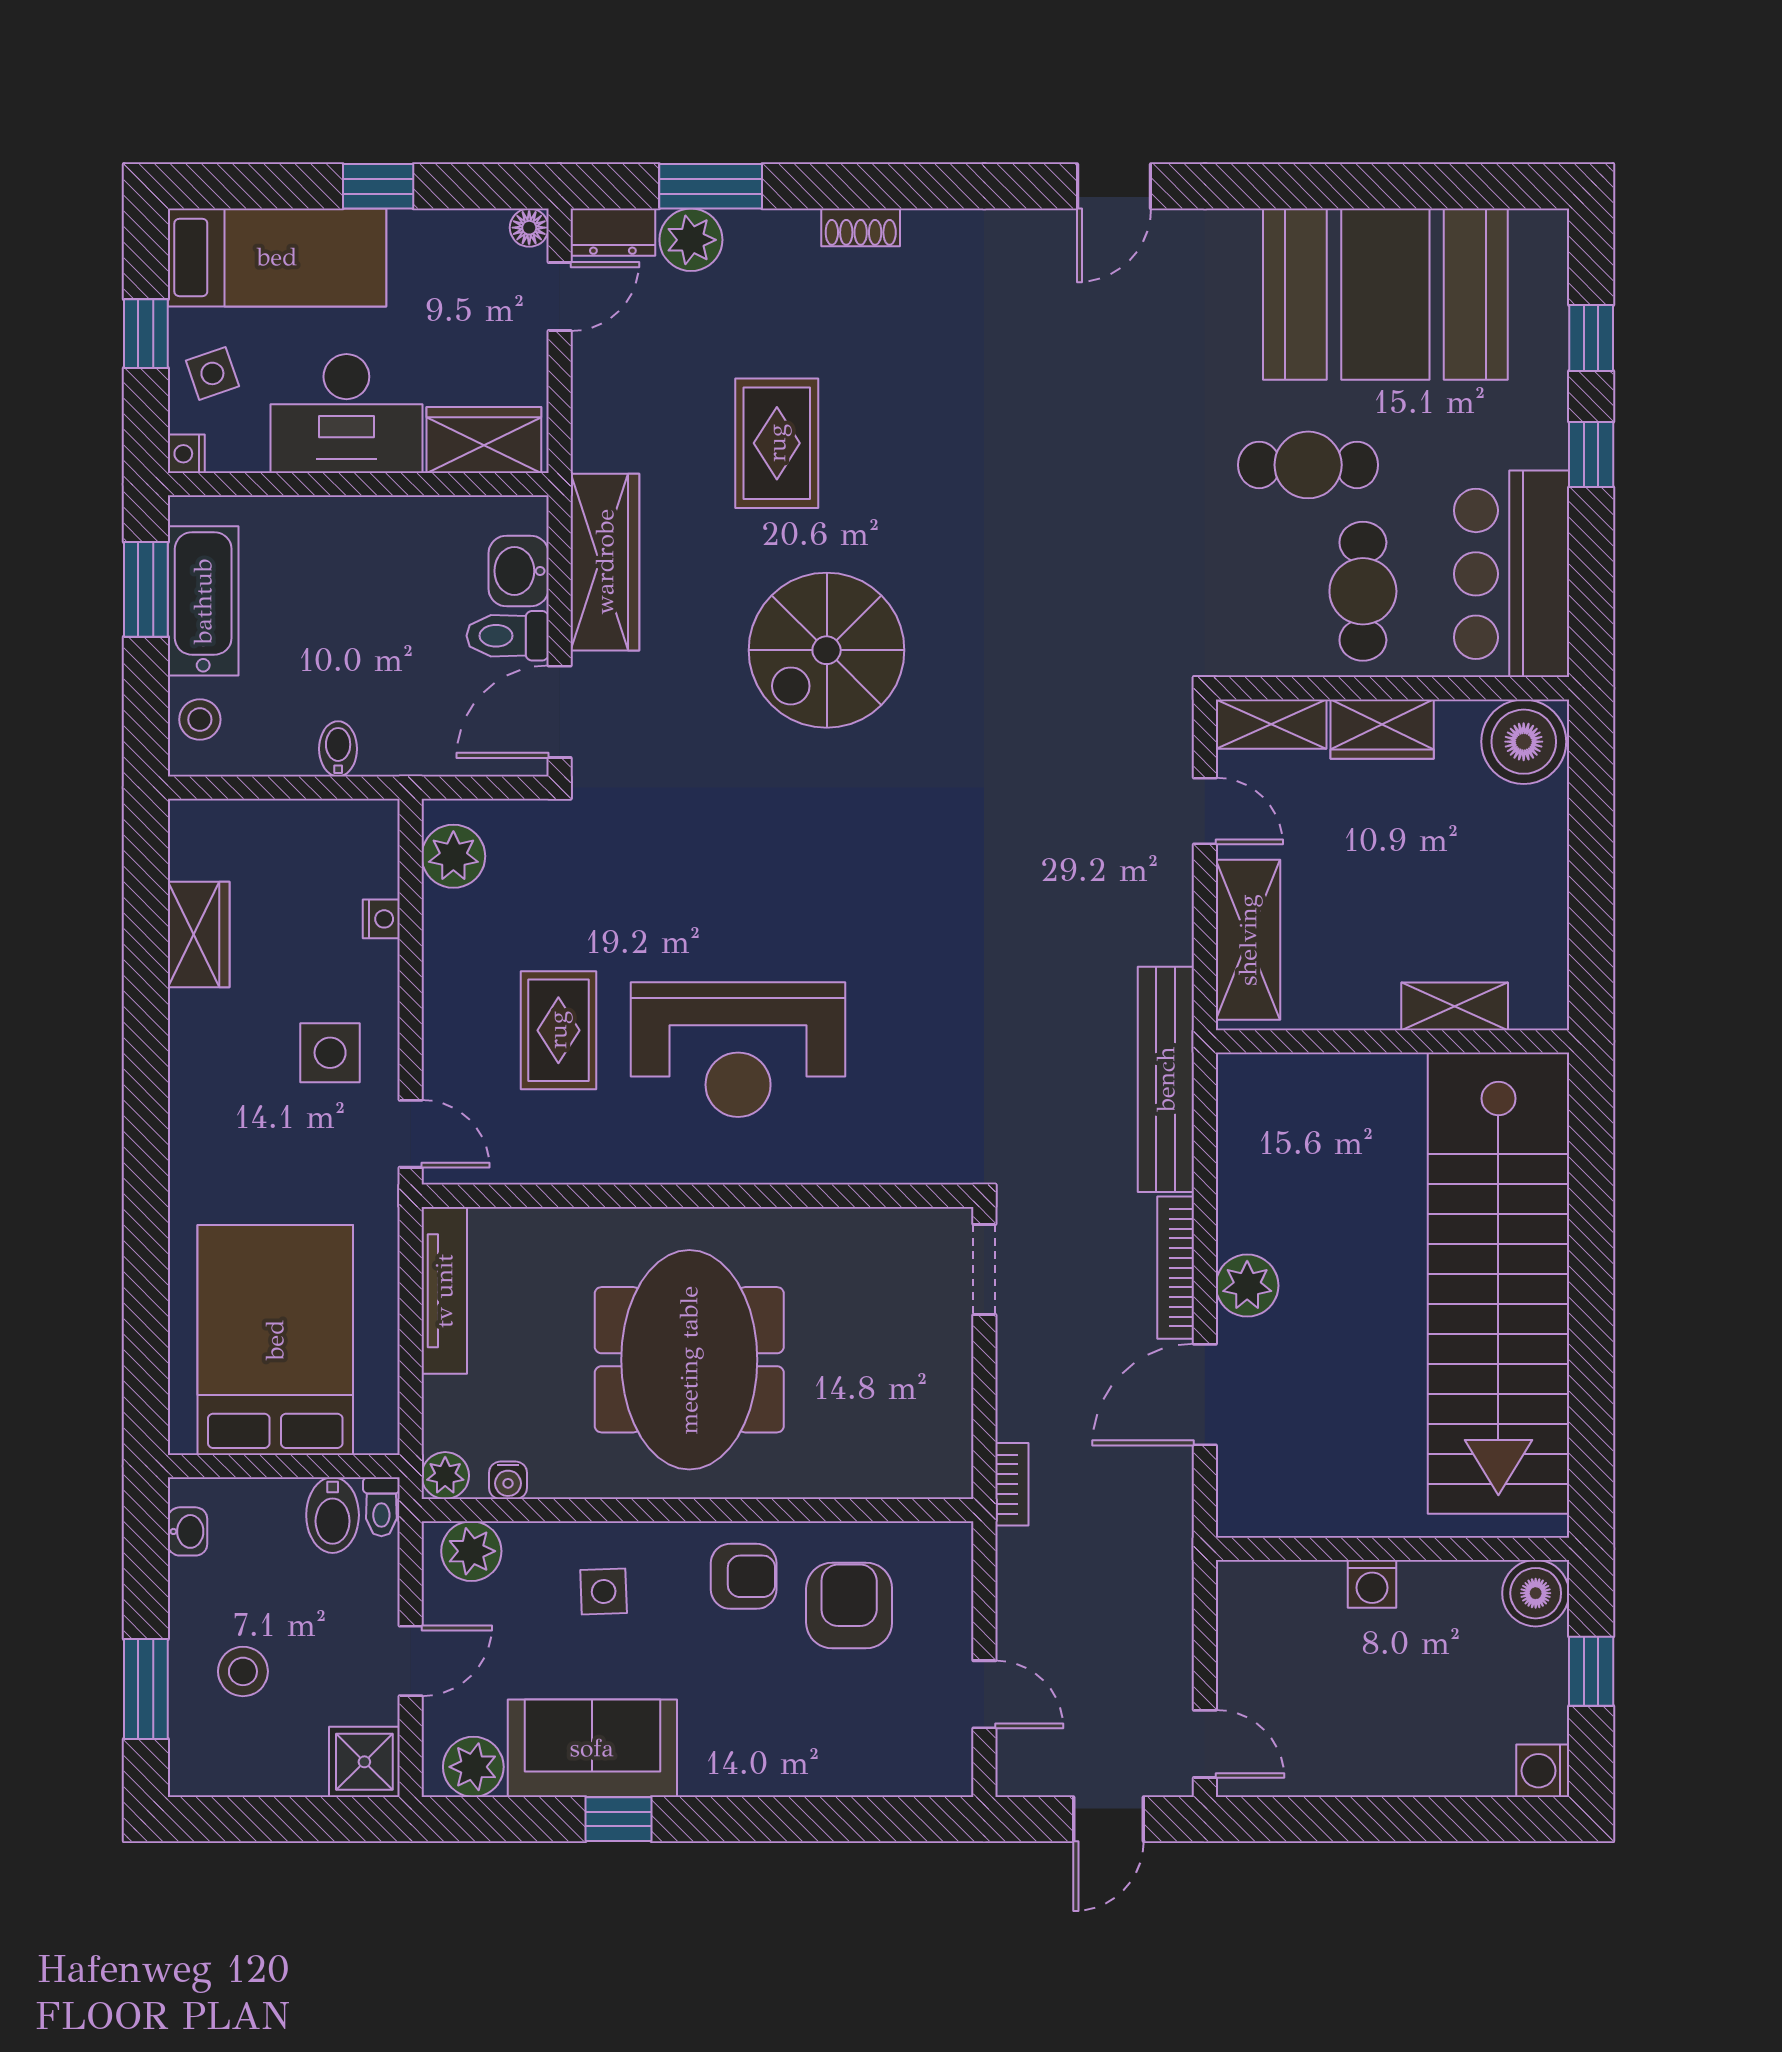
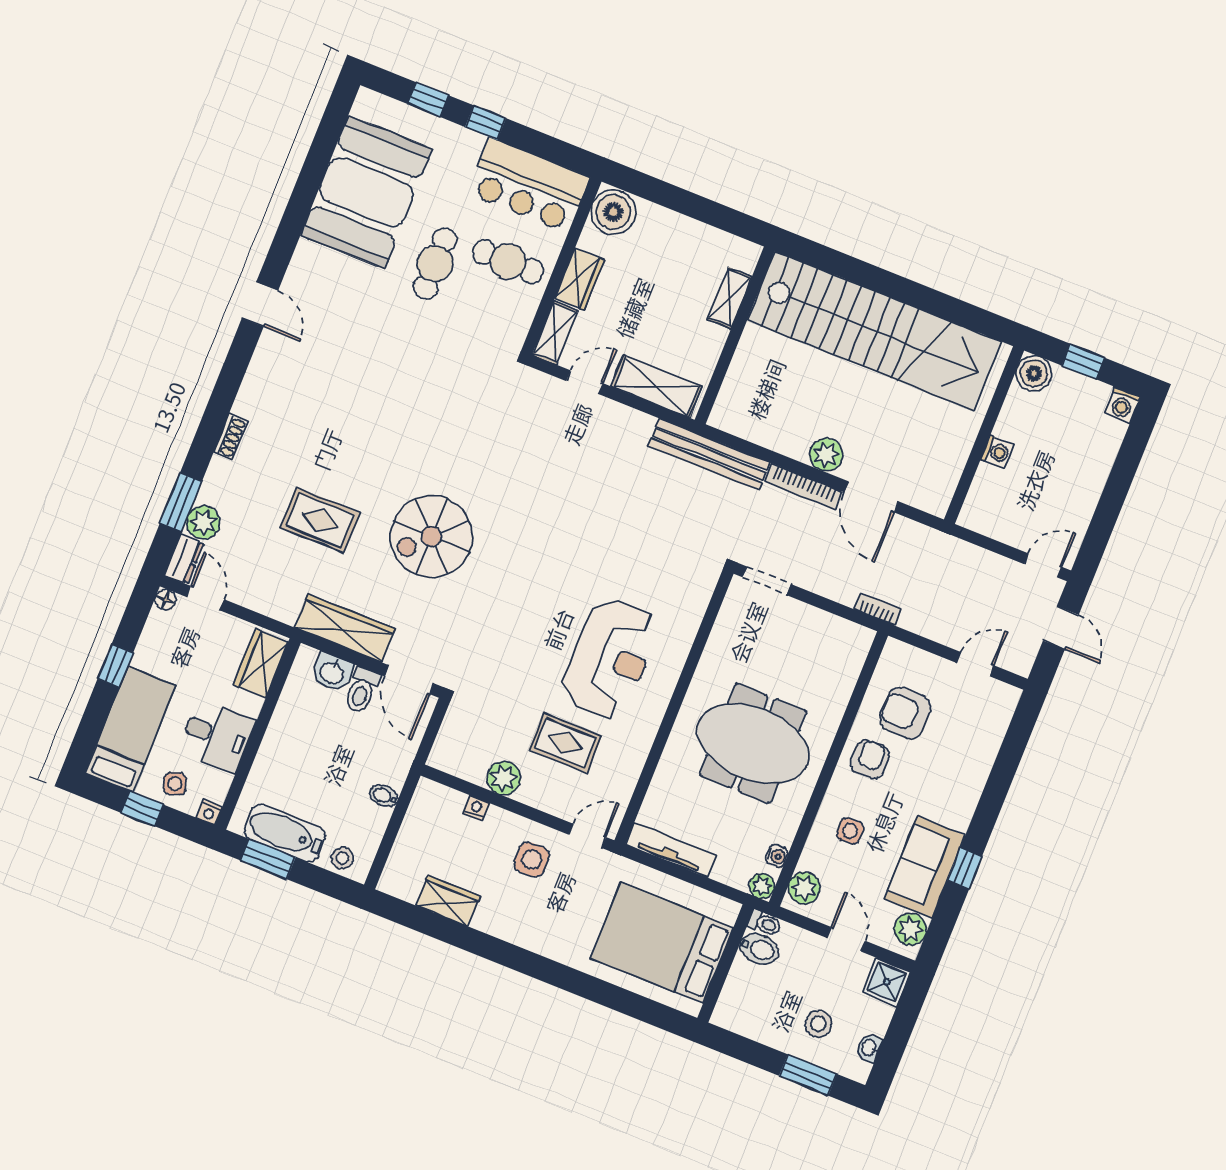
desk: (346, 414) -> (217, 736), width x0.73
spiral stairs: (827, 650) -> (431, 537), turned 90
plant: (453, 856) -> (504, 778), moved
washbasin: (188, 1531) -> (869, 1048), moved, turned -90

